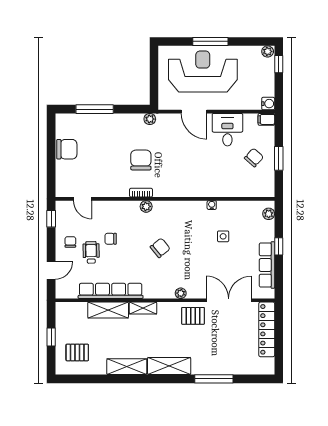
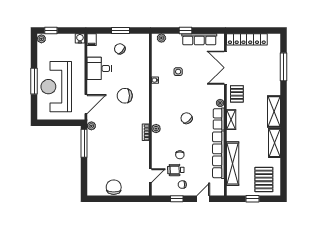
window: (95, 109) -> (84, 143), moved
door: (194, 112) -> (86, 104), moved
chair: (141, 160) -> (125, 96), moved
window: (51, 219) -> (177, 199), moved
wheelchair: (91, 252) -> (176, 170), moved
door: (51, 270) -> (203, 199), hinge flipped
row of seats: (159, 291) -> (219, 119), added
shelving: (143, 308) -> (231, 120), moved
shelving: (108, 310) -> (233, 164), width x1.47
pallet: (77, 352) -> (264, 179), width x1.50, depth x1.42
window: (214, 379) -> (283, 67), moved

